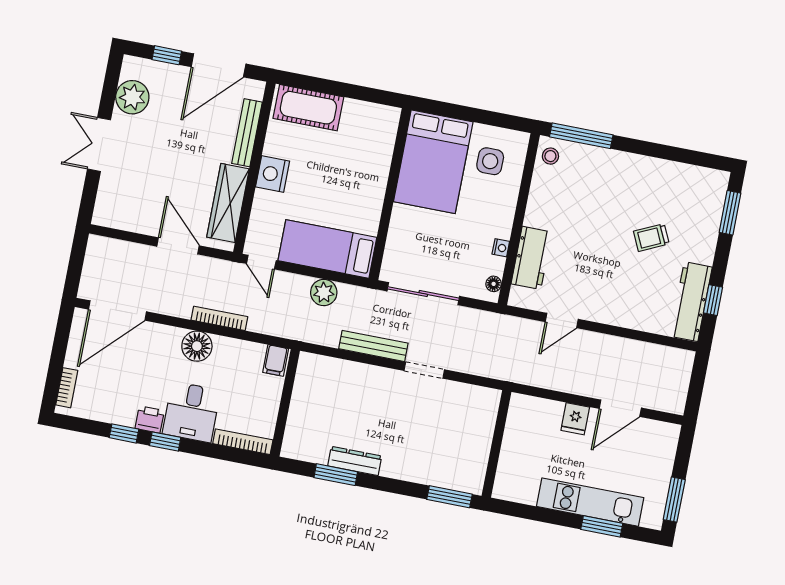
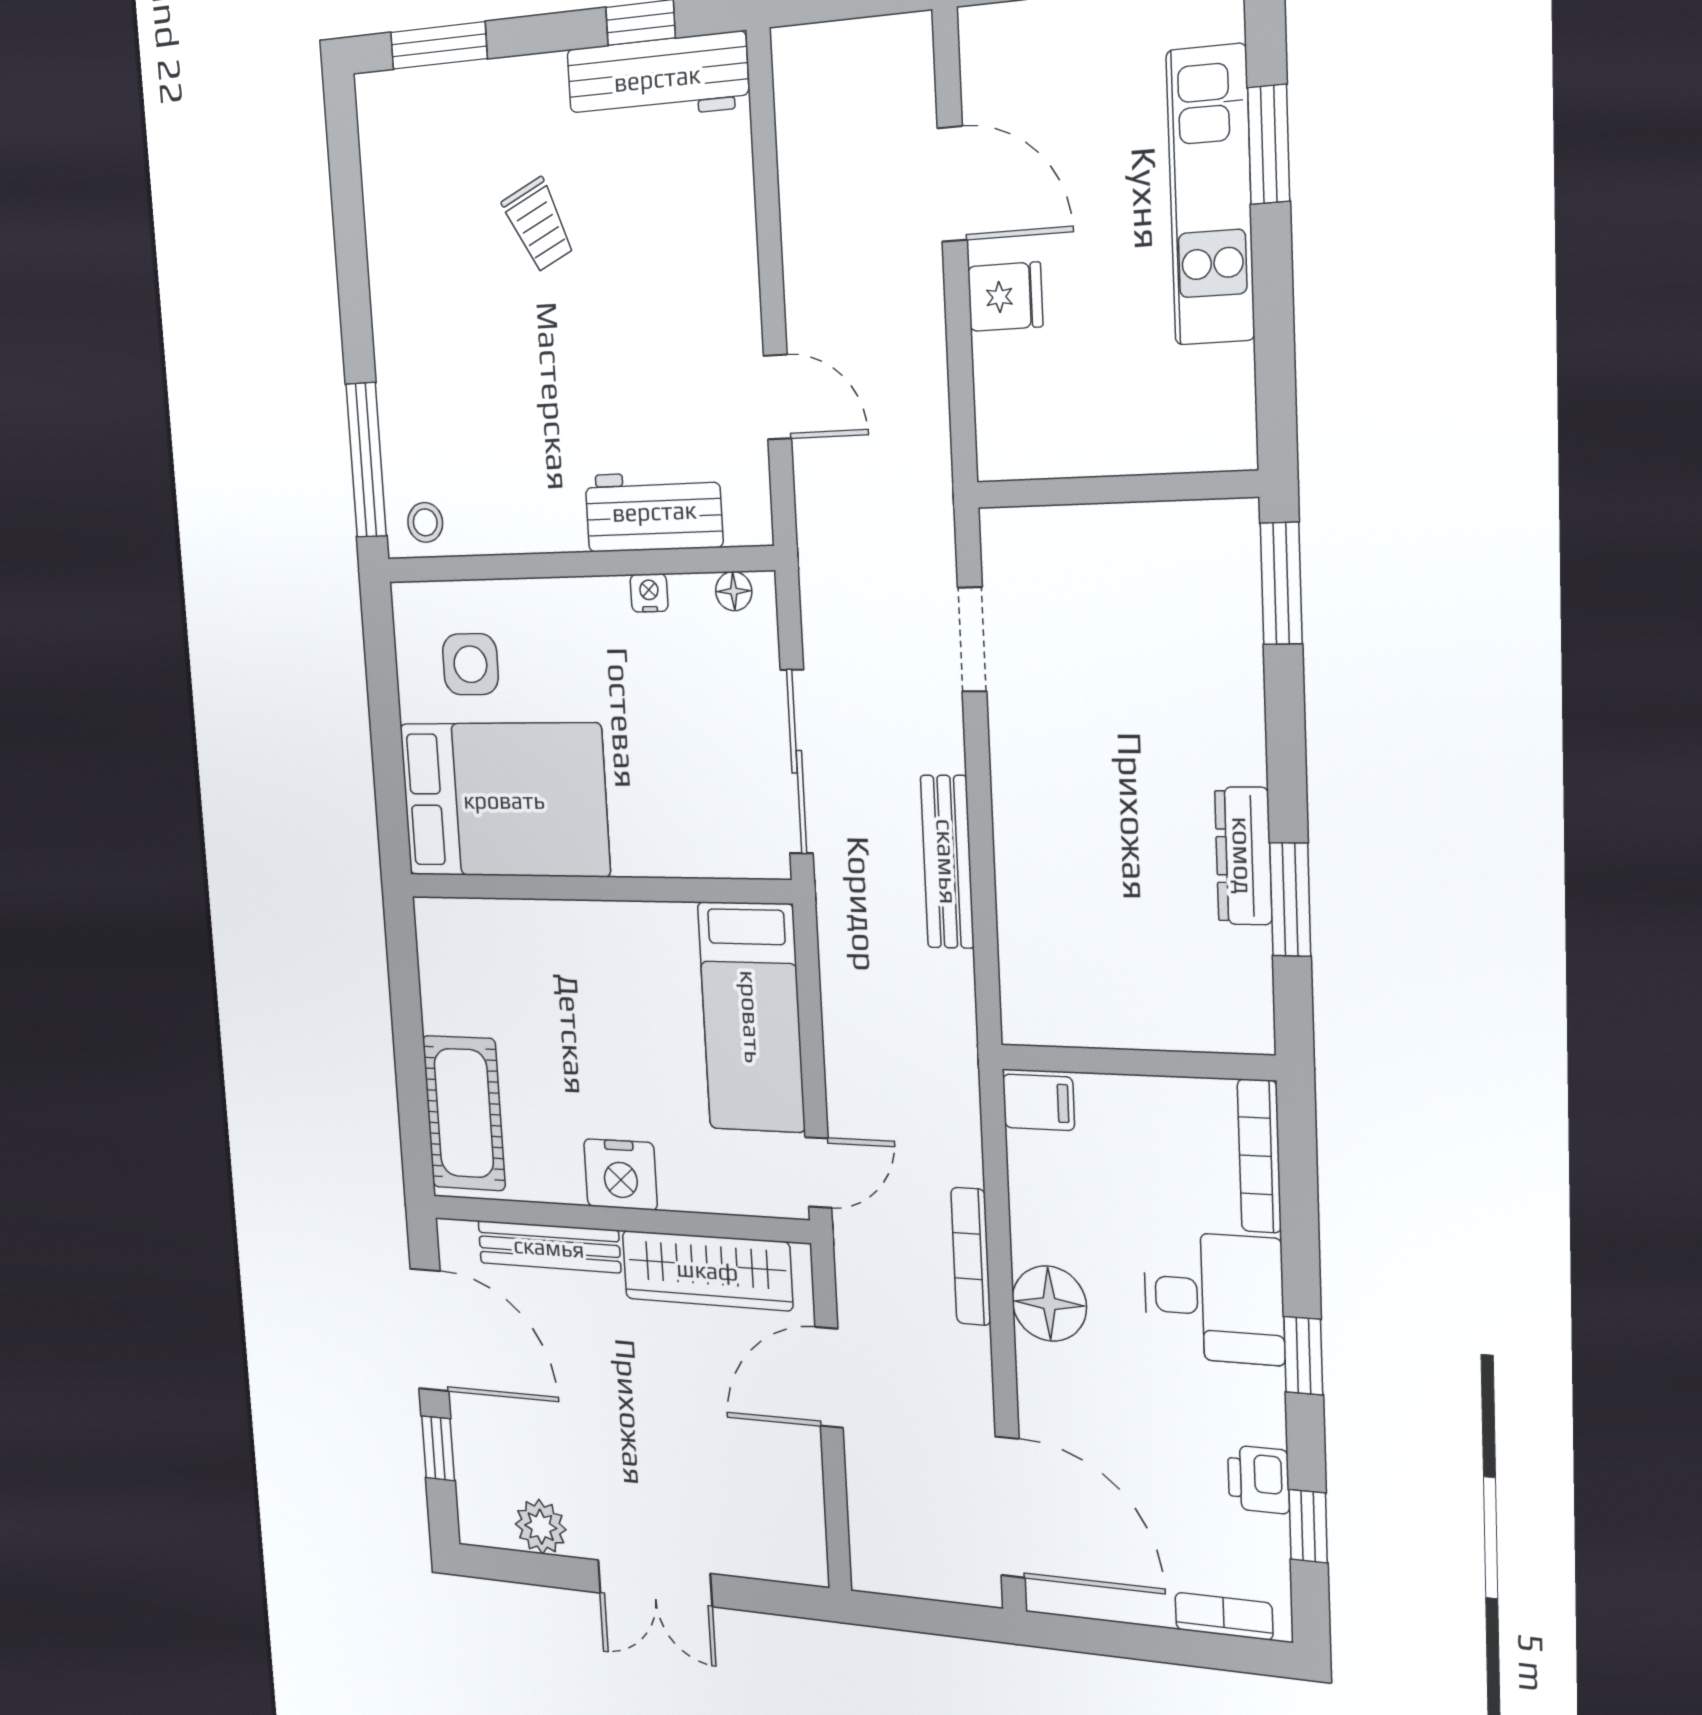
plant: (132, 97) -> (541, 1527), width x0.73, depth x0.73
plant: (324, 292) -> (851, 1009), removed
doorway: (424, 370) -> (972, 639), moved
printer: (150, 419) -> (1259, 1479), moved
window: (124, 433) -> (1308, 1526), moved

